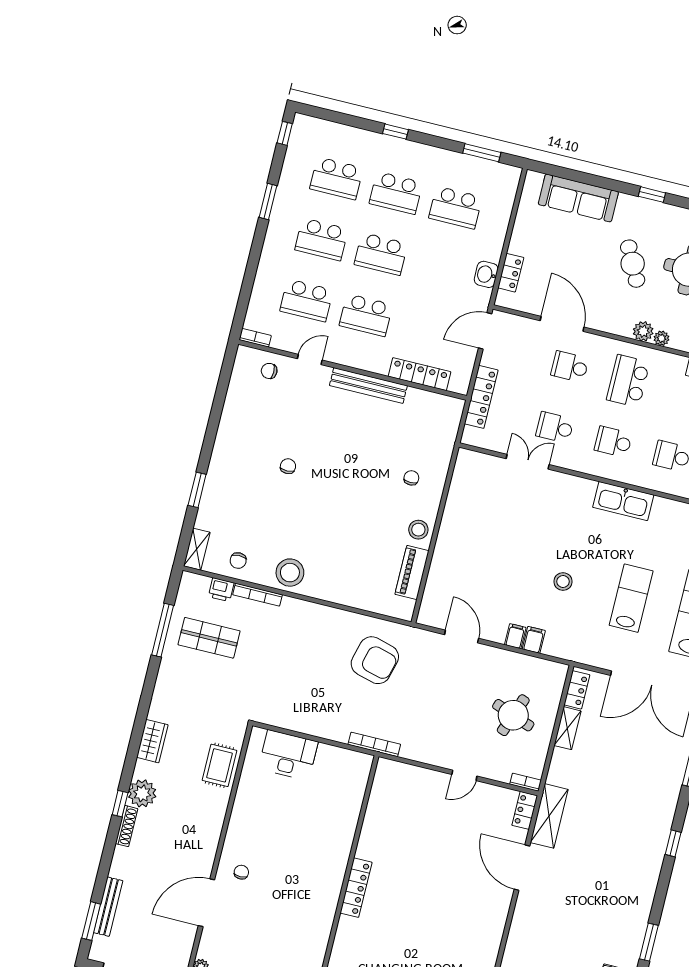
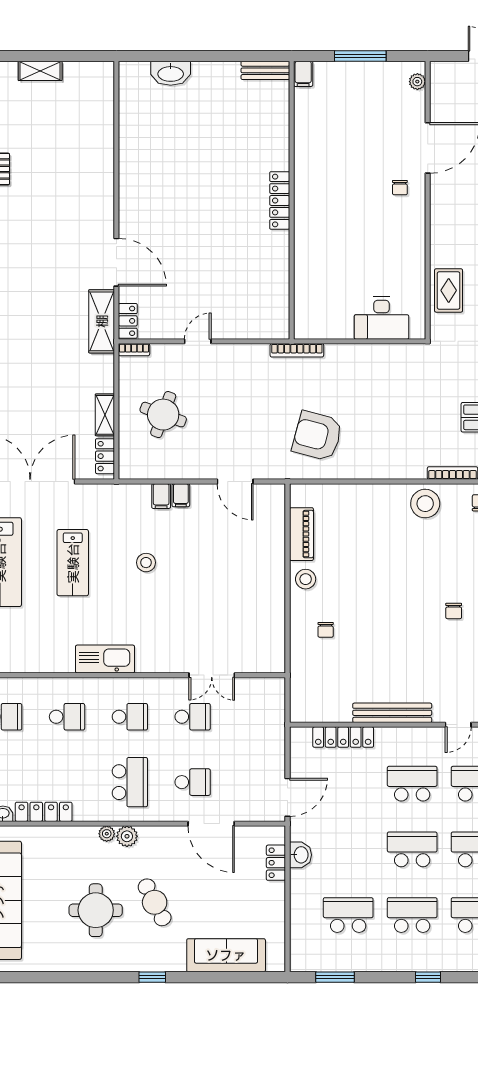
locker: (481, 397) -> (275, 729), removed

